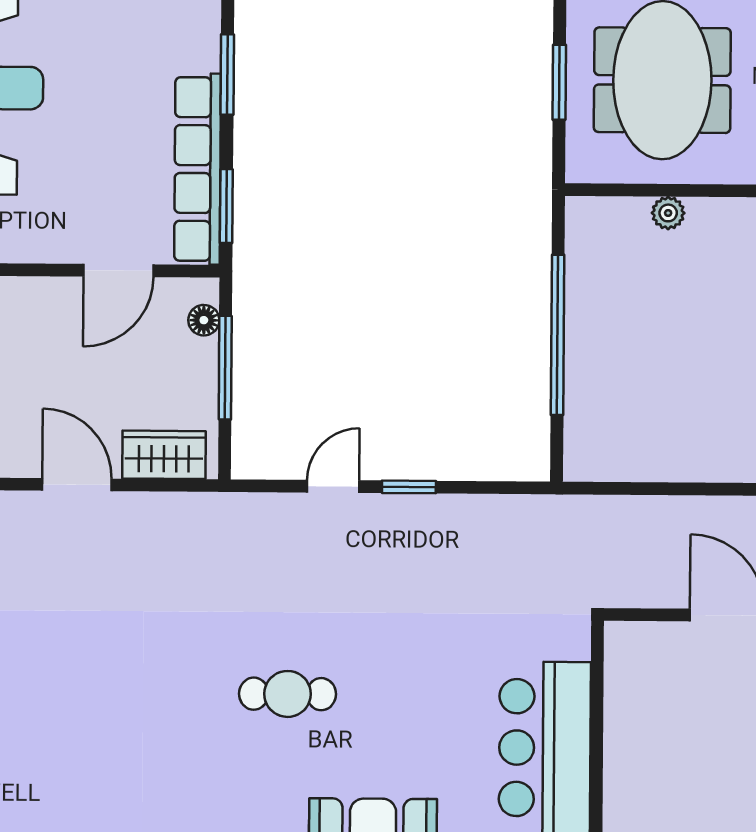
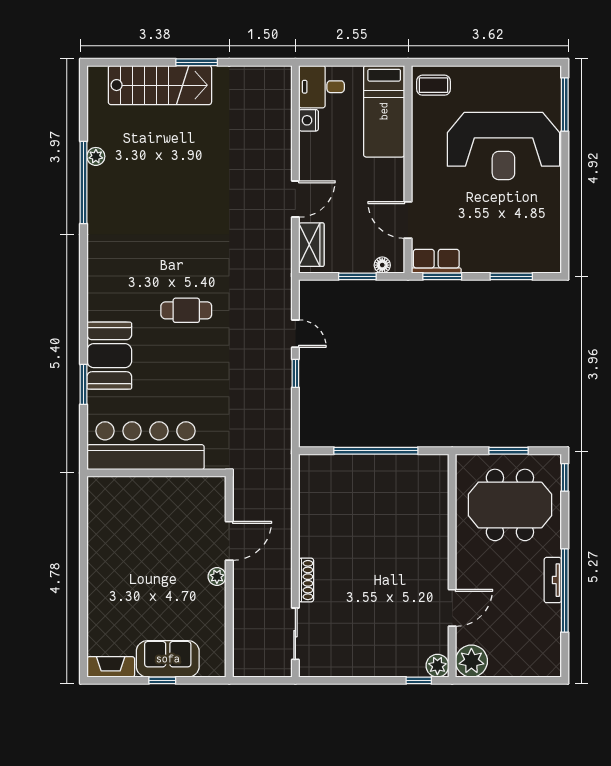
row of seats: (198, 169) -> (436, 261), width x0.50
plant: (668, 213) -> (440, 508), removed
window: (225, 368) -> (357, 276), width x0.69
cafe table: (288, 694) -> (186, 310), turned 90

